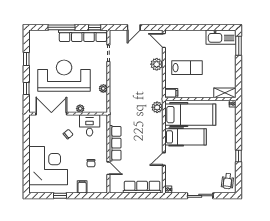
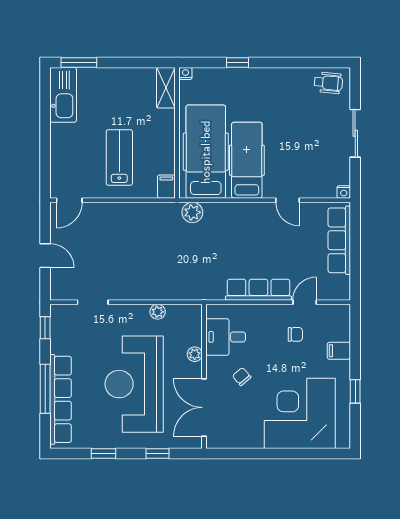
row of seats: (83, 36) -> (61, 399), moved
plant: (157, 64) -> (113, 213), removed
window: (239, 156) -> (238, 63), moved

